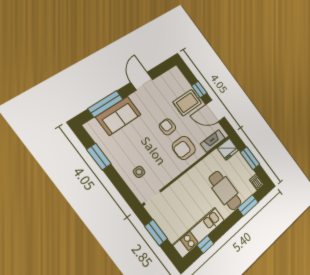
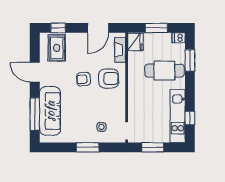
window: (199, 89) -> (58, 28), moved
rug: (187, 103) -> (57, 48), moved
sofa: (118, 116) -> (50, 111), width x1.36
armchair: (184, 148) -> (109, 79), turned -90
window: (99, 157) -> (88, 147), moved

